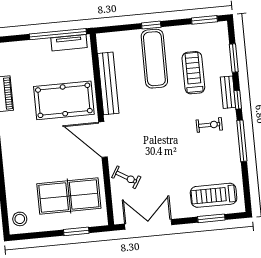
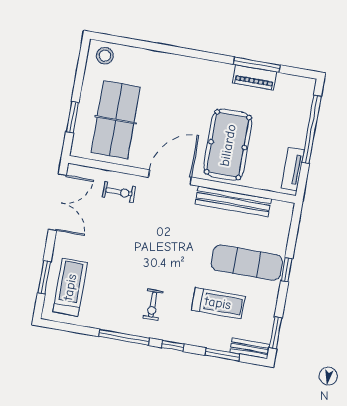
window: (58, 34) -> (311, 129), moved
bench: (228, 92) -> (250, 348), moved
exercise bike: (126, 177) -> (119, 192), turned -121

